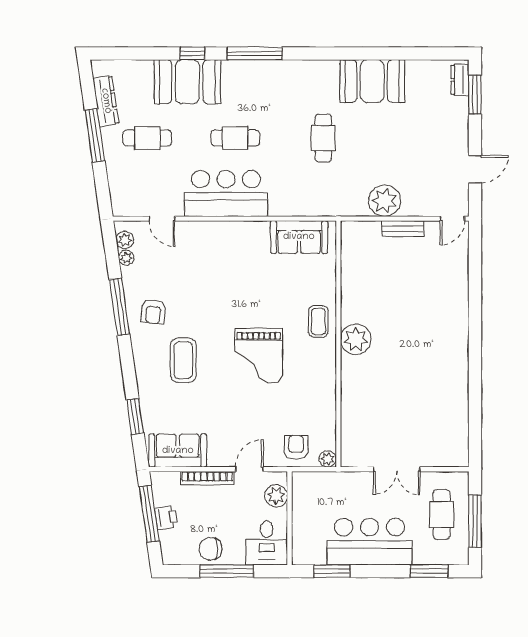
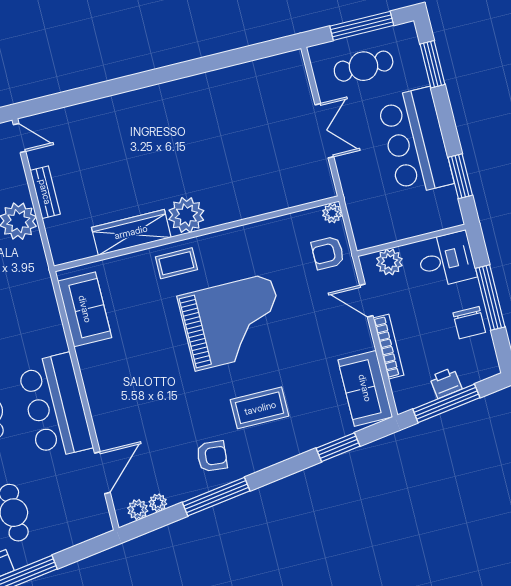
door: (162, 219) -> (102, 473), width x1.38
wardrobe: (353, 291) -> (131, 232), added
grand piano: (259, 356) -> (233, 322), width x1.37, depth x1.48

